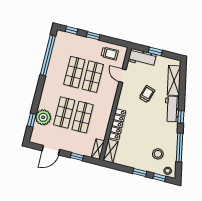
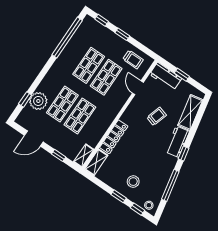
stool: (158, 154) -> (133, 182), moved

